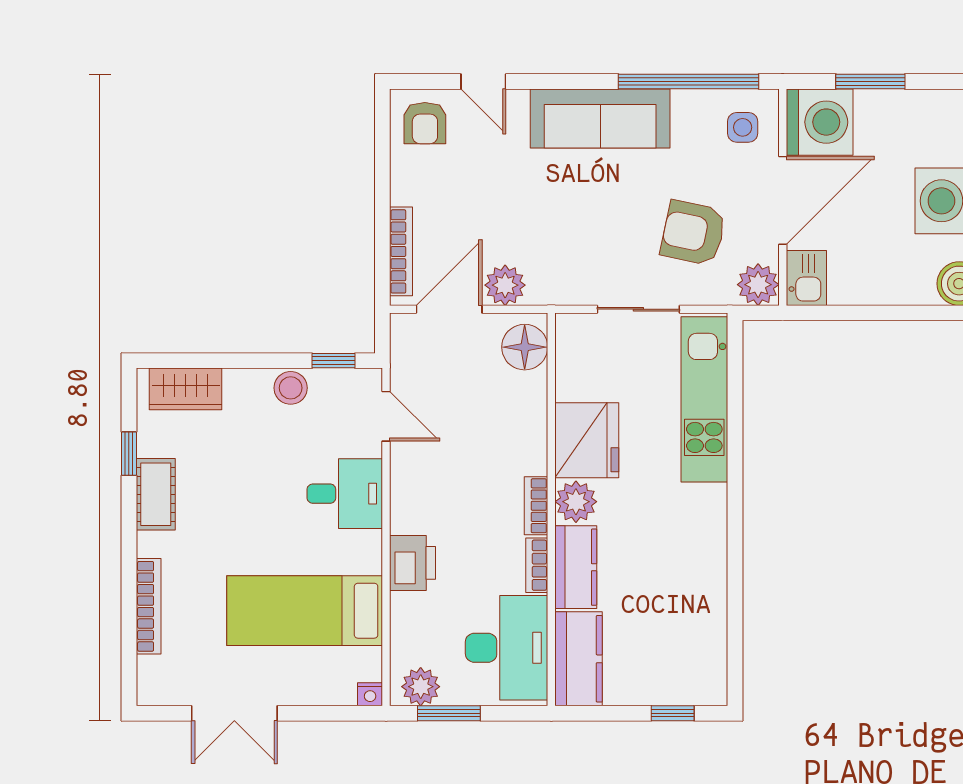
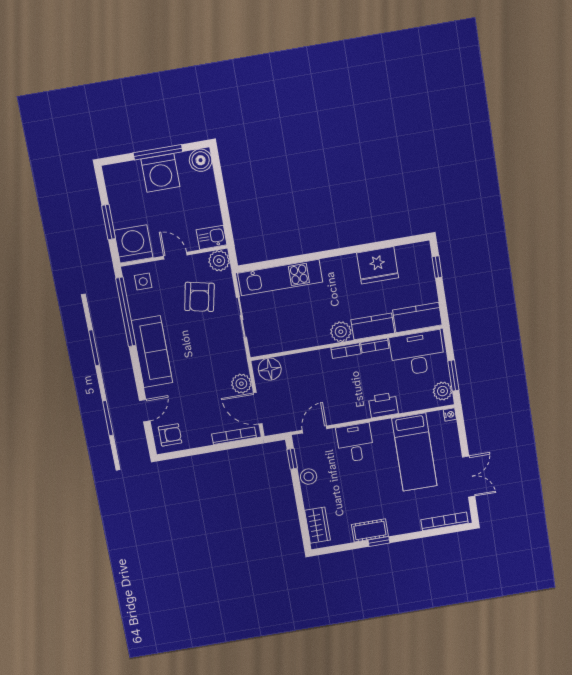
door: (783, 200) -> (175, 256), width x0.53
fridge: (587, 440) -> (378, 265), moved, turned 180
window: (129, 454) -> (379, 542), moved
bookcase: (149, 606) -> (444, 521), moved

